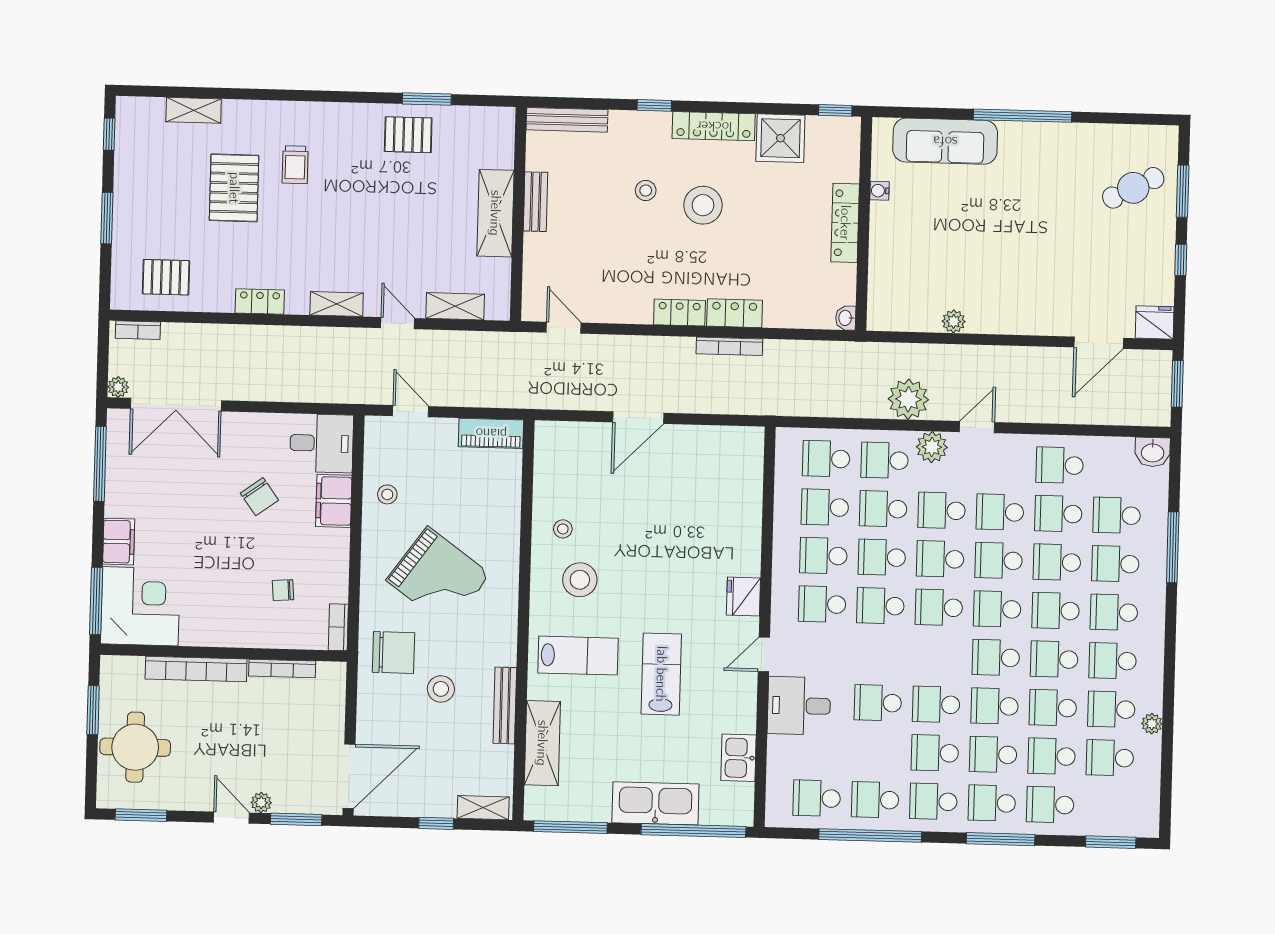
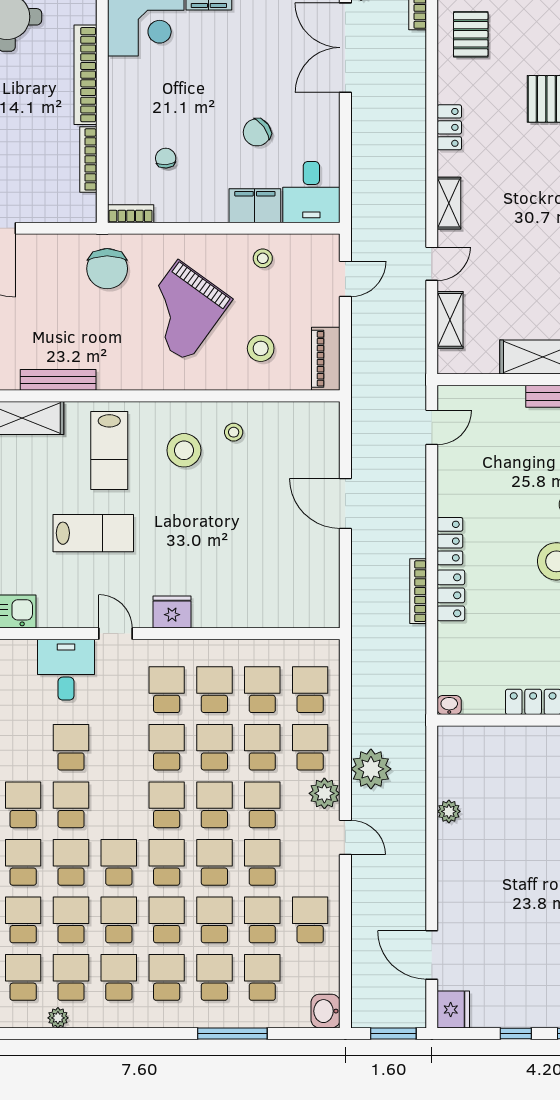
stool: (441, 689) -> (261, 348), moved

